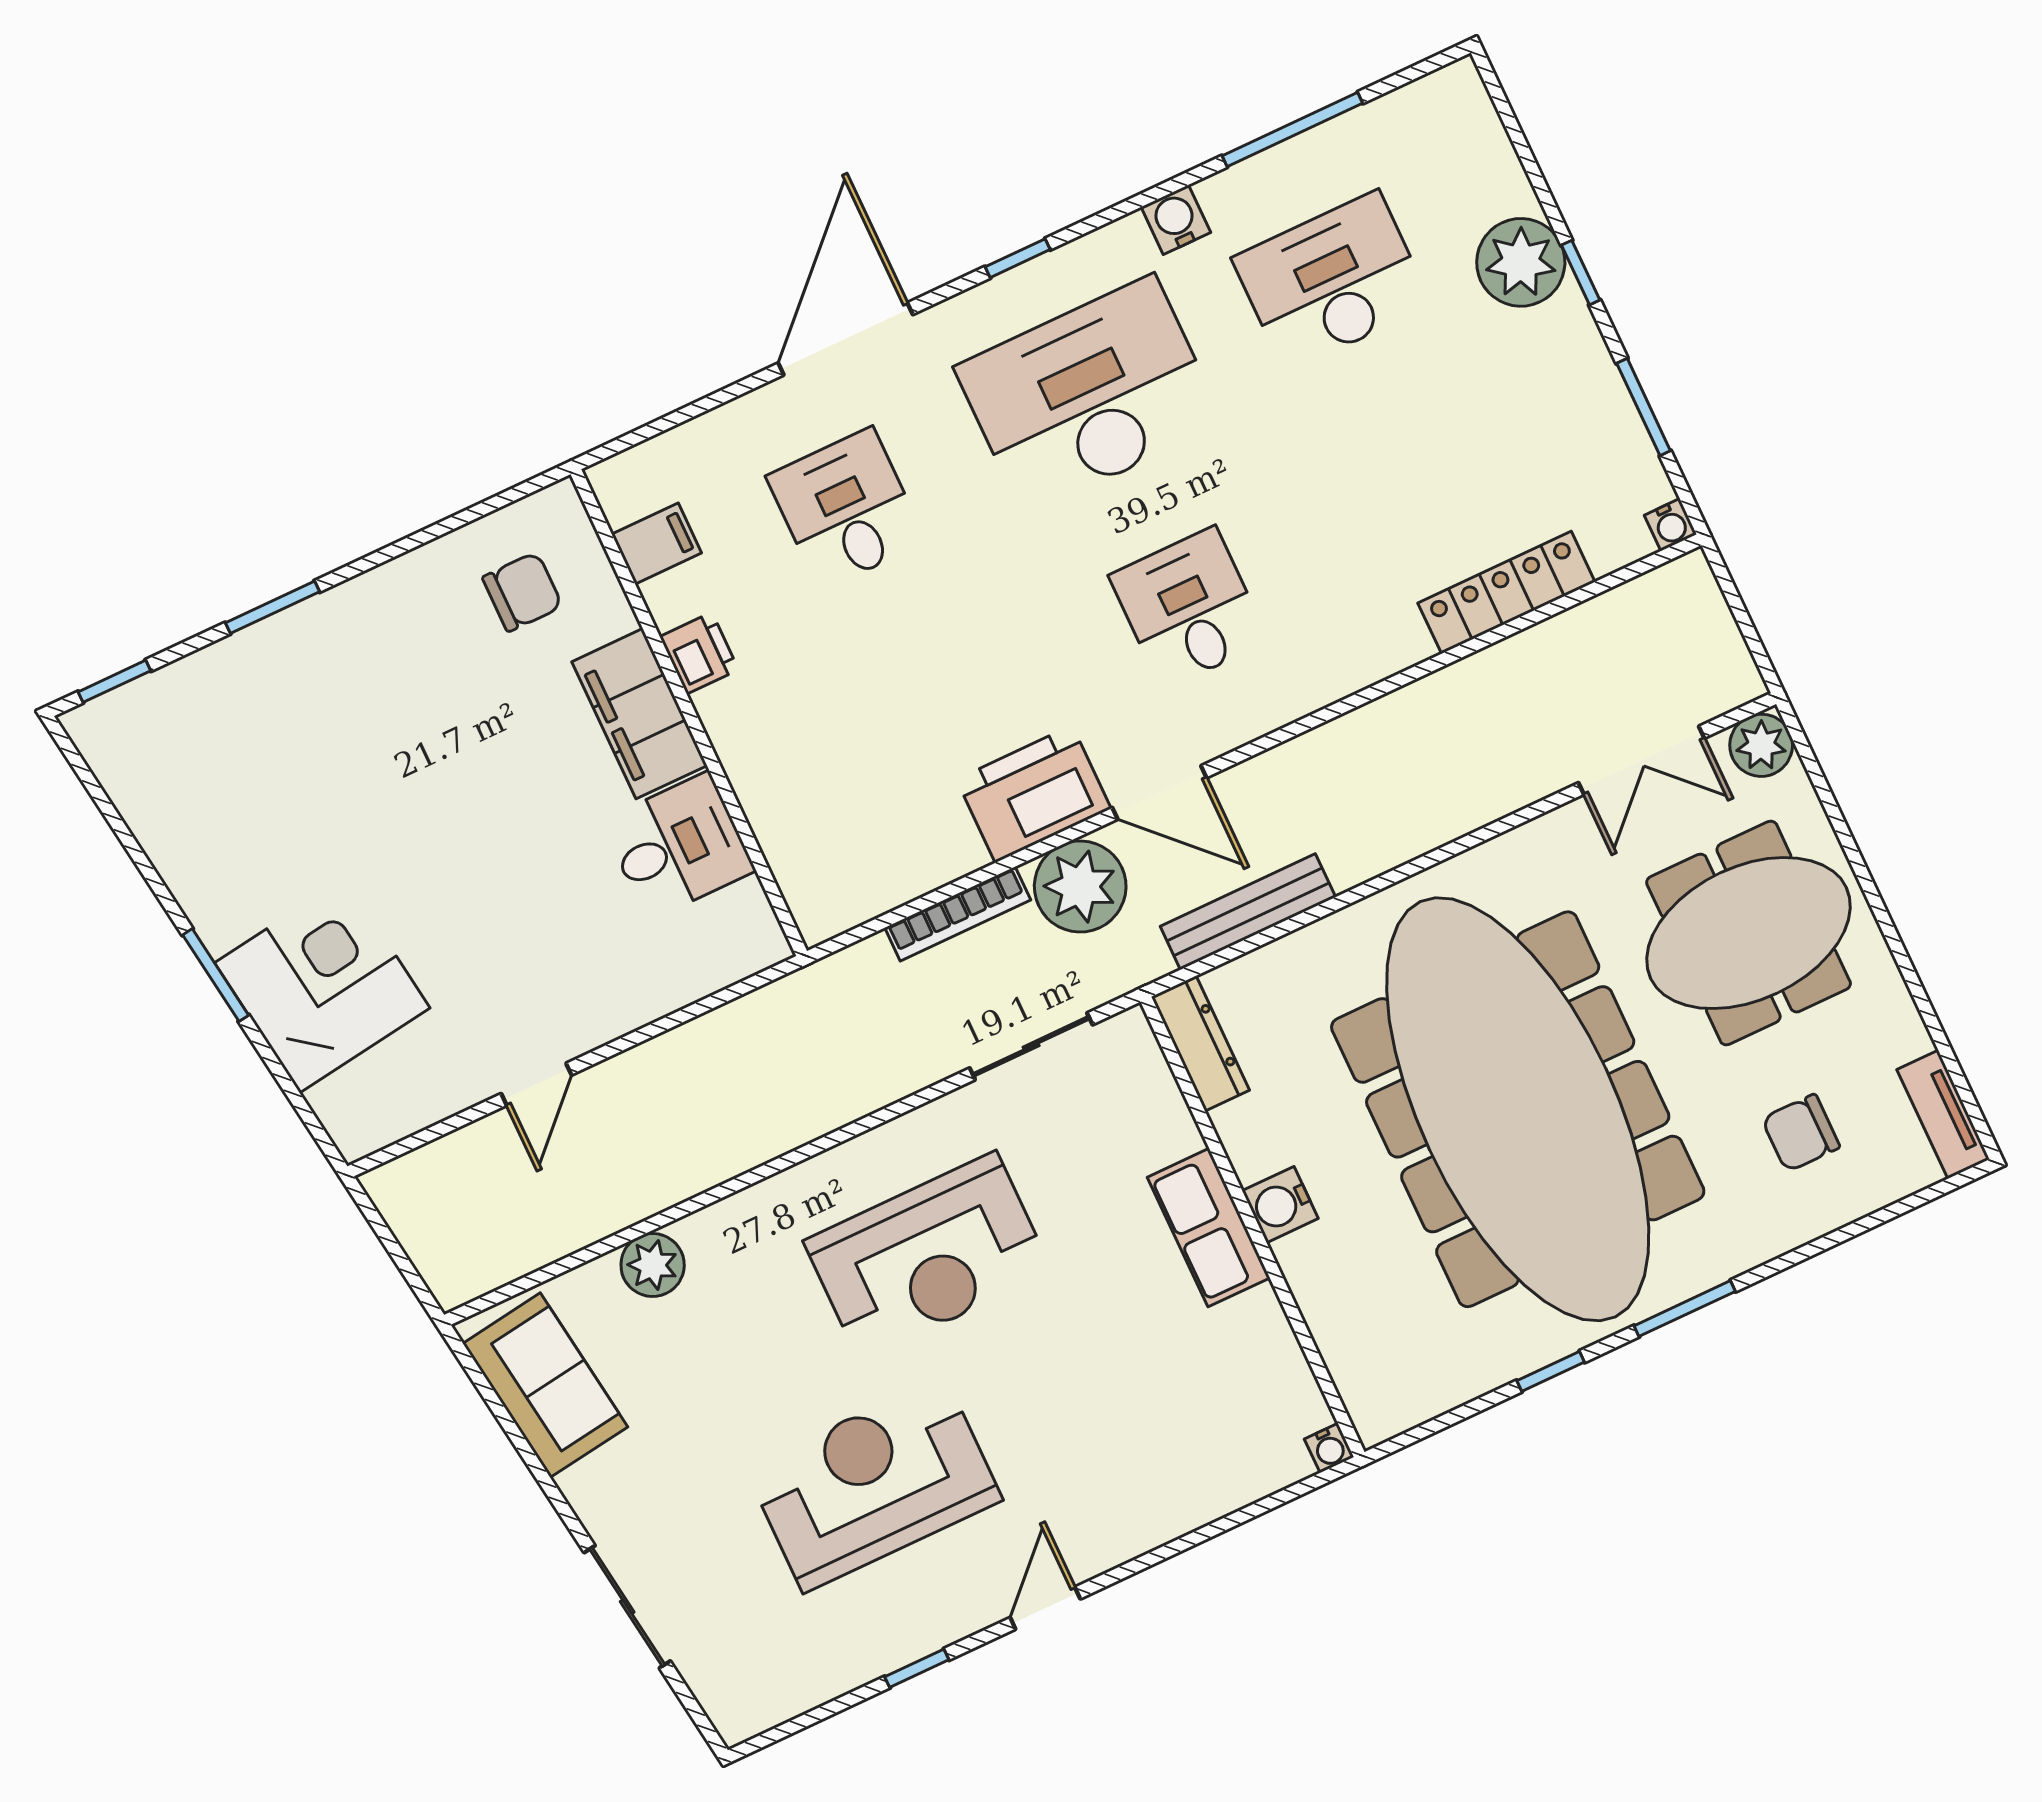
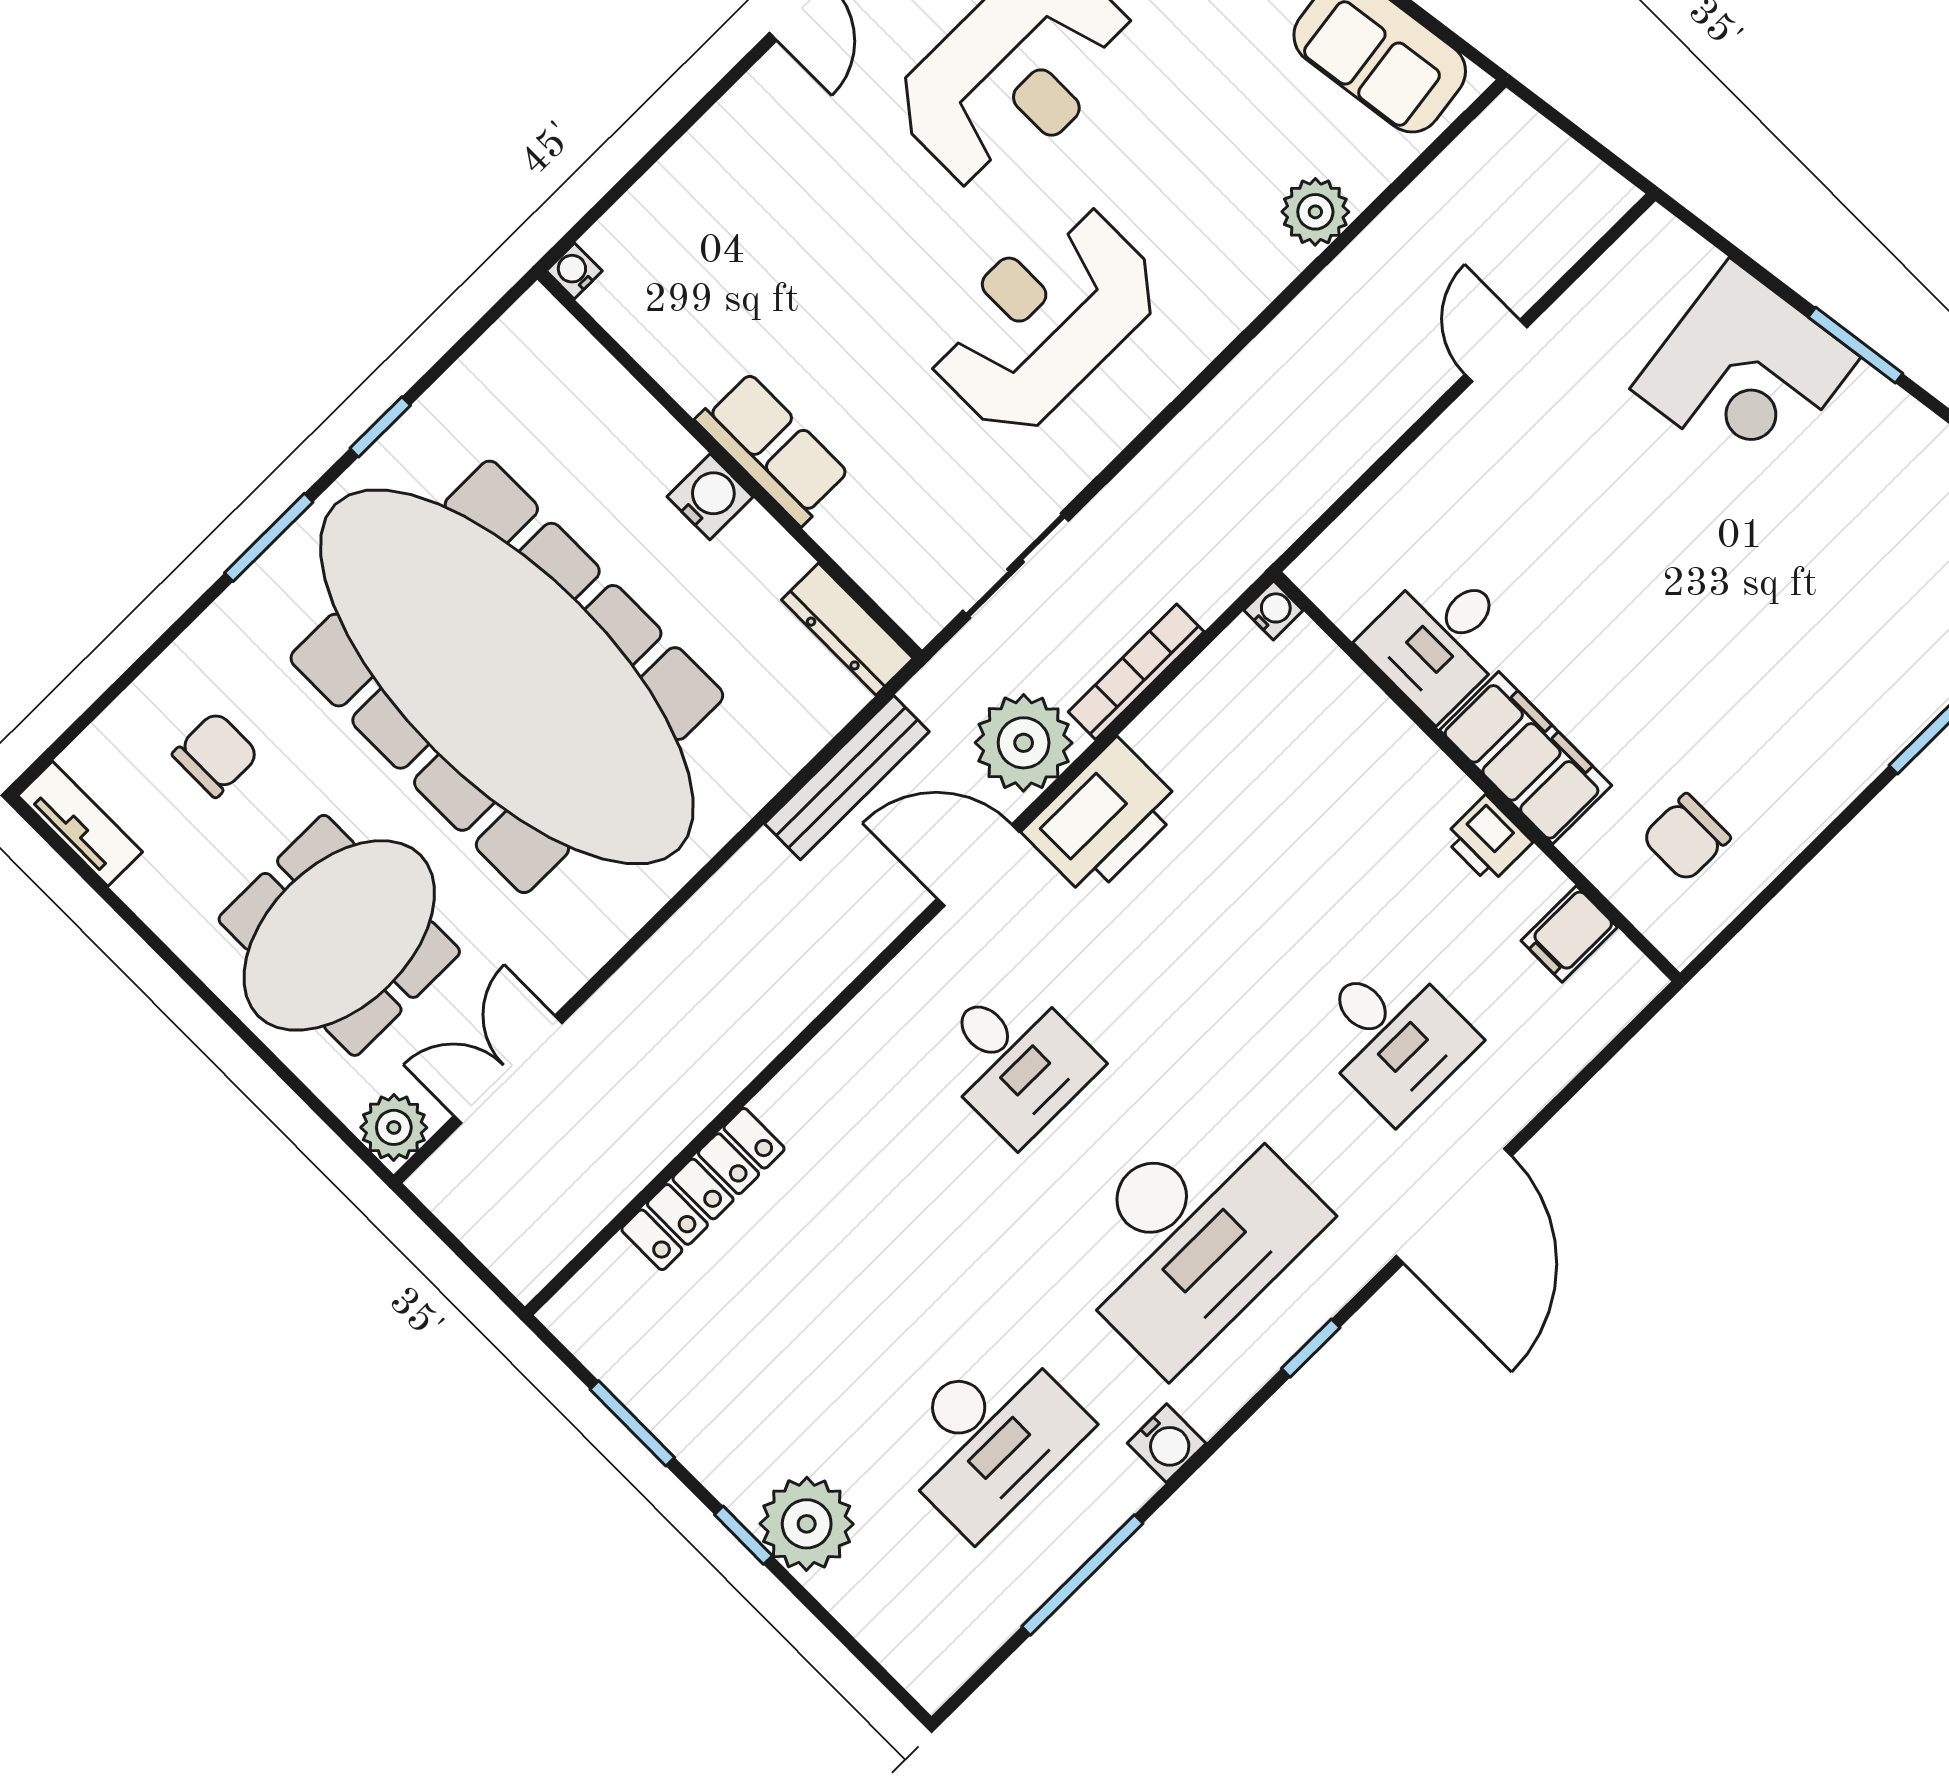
water cooler: (1670, 525) -> (1273, 610), moved, turned 90

